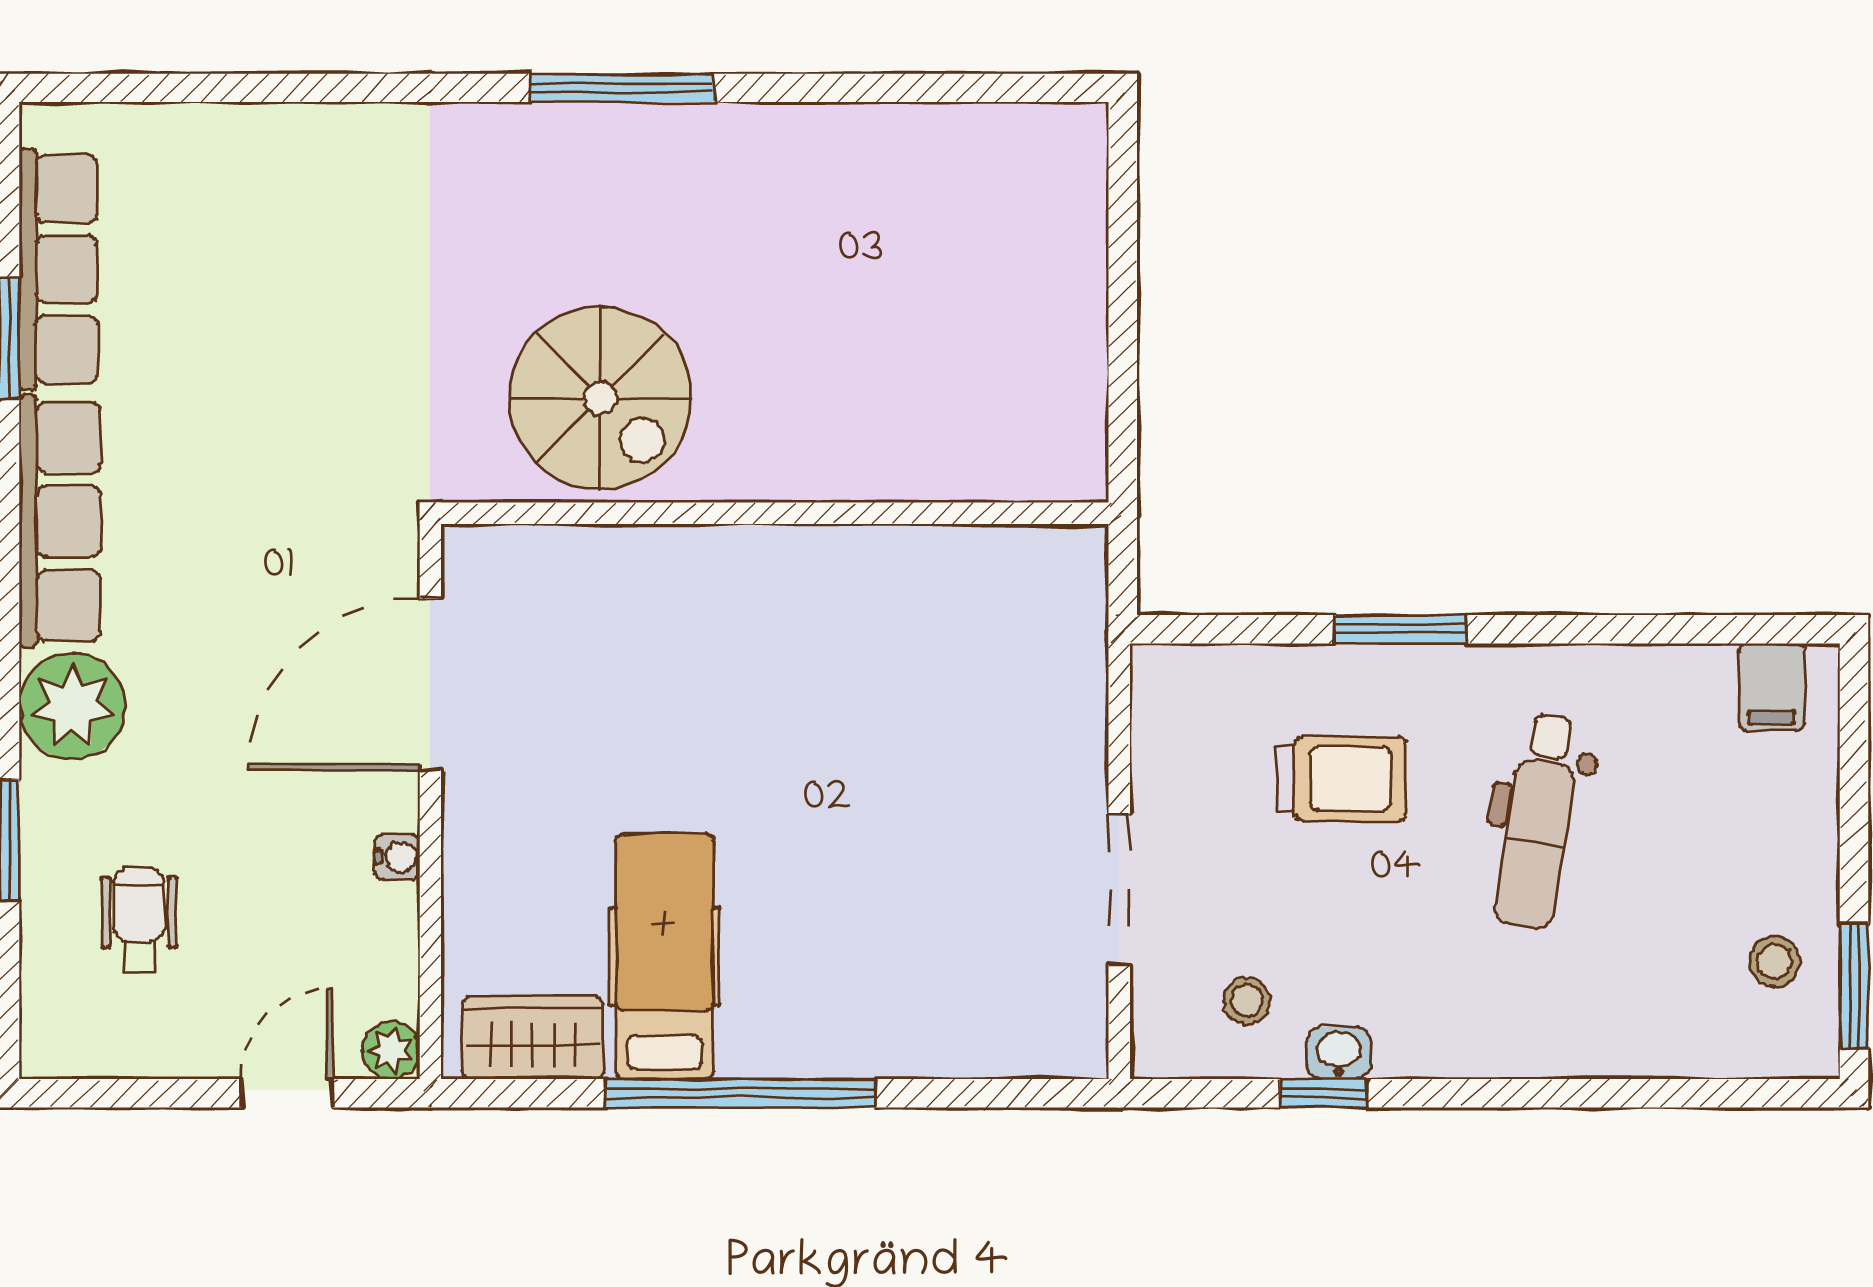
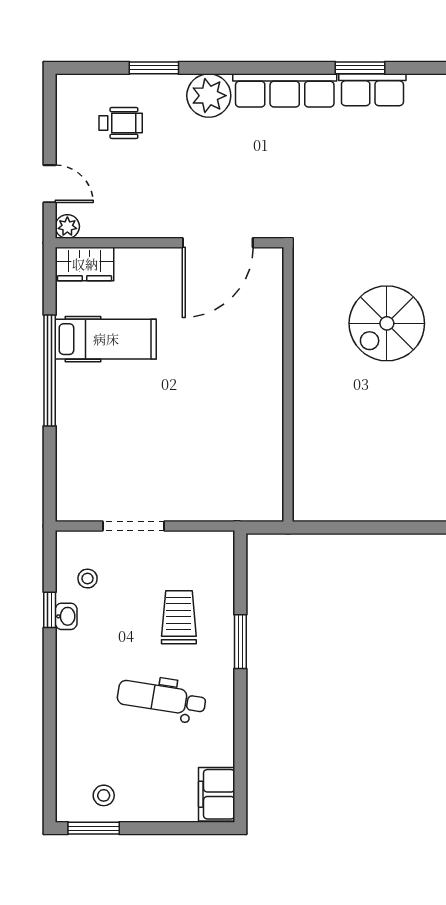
row of seats: (58, 269) -> (372, 90), width x0.68
spiral stairs: (600, 398) -> (387, 323), moved
door: (430, 684) -> (218, 243), swing flipped
filing cabinet: (1772, 687) -> (217, 794), width x2.00
trolley: (1341, 779) -> (179, 617), turned 180
water cooler: (397, 857) -> (147, 229), removed
wardrobe: (533, 1038) -> (85, 264), moved, turned 90

